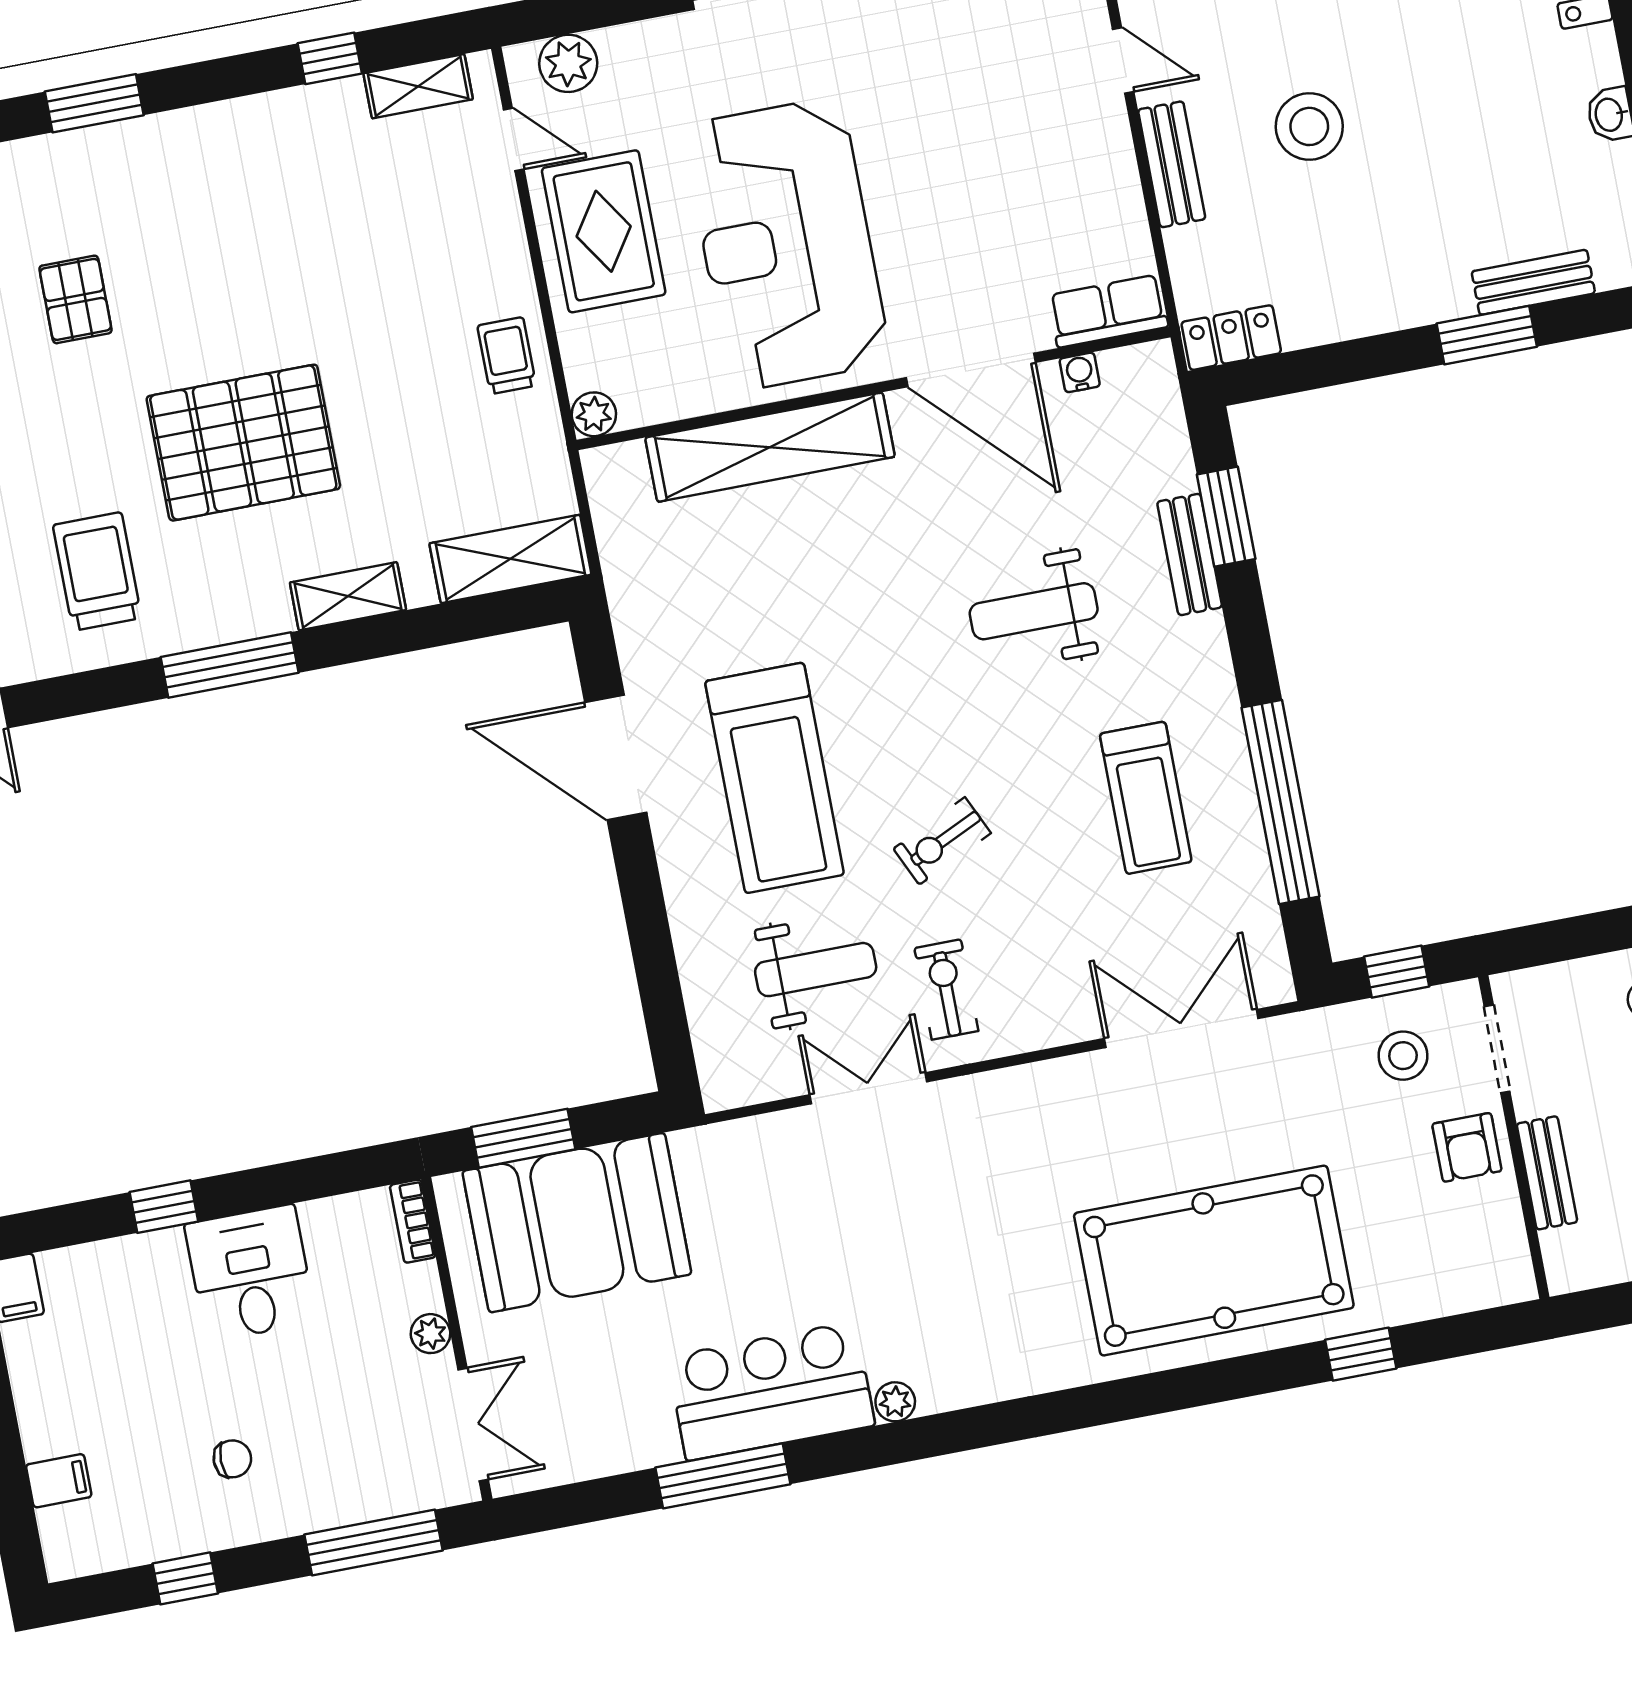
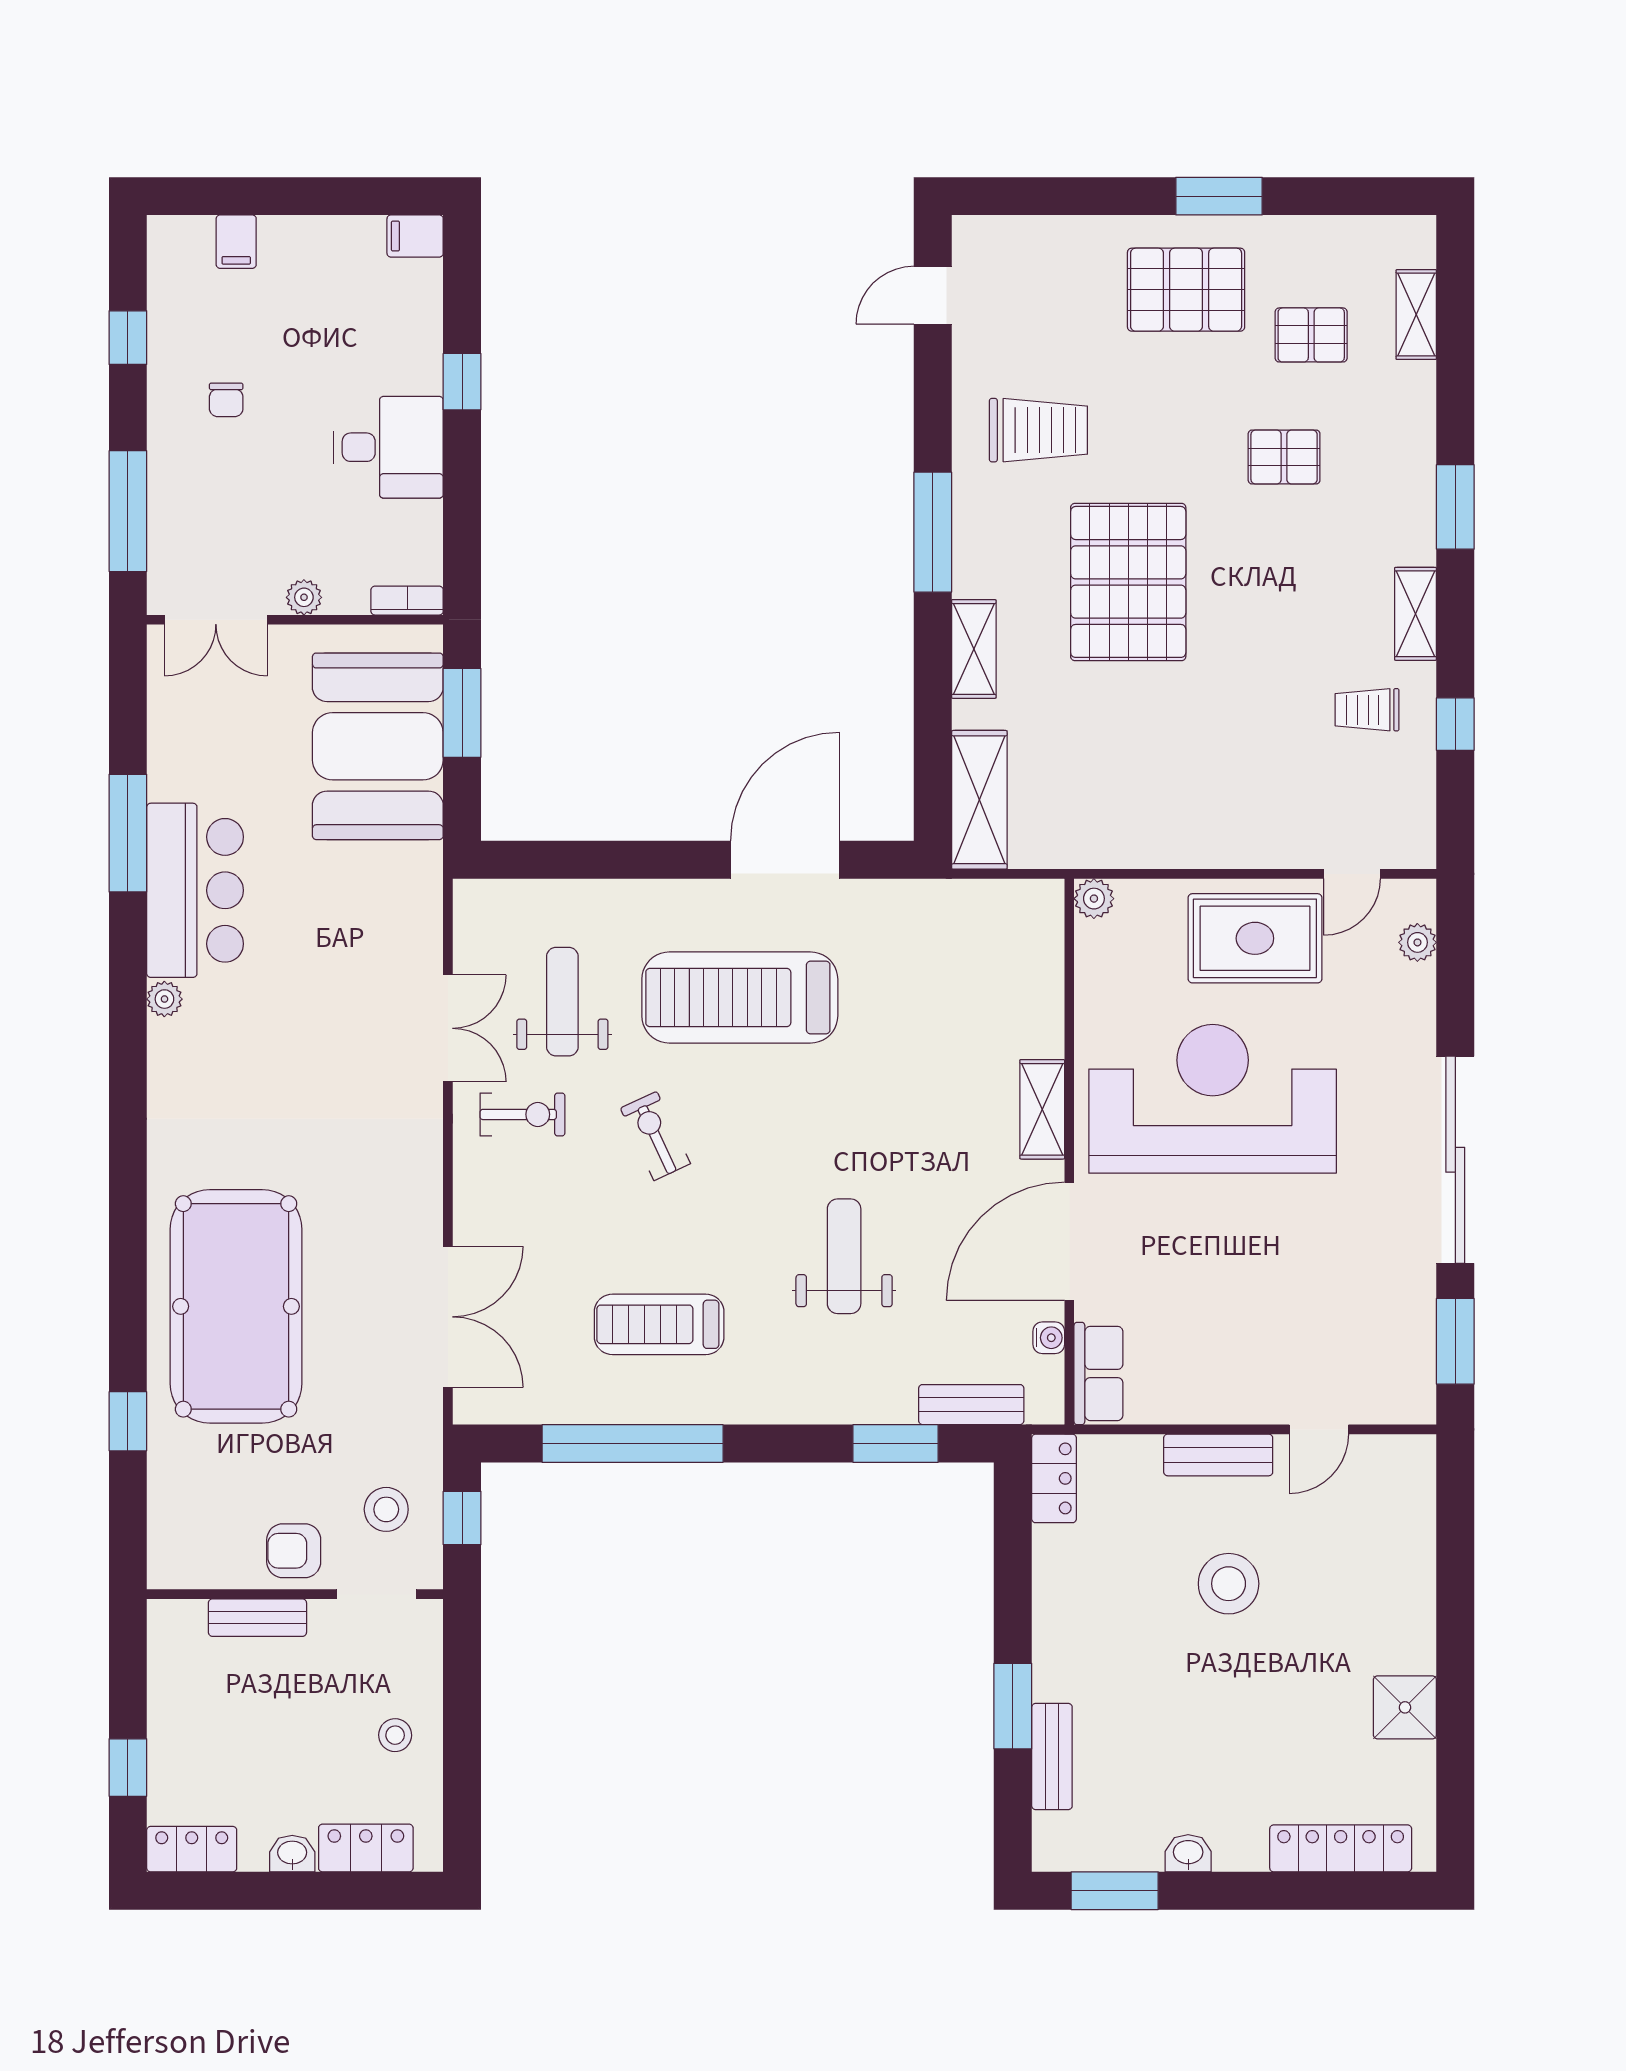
plant: (568, 63) -> (1417, 942), width x0.73, depth x0.73
shelving: (418, 86) -> (1416, 614), moved
trolley: (507, 356) -> (1367, 710), moved, turned 180
shelving: (770, 447) -> (1042, 1109), width x0.45, depth x0.75
bench: (1190, 555) -> (971, 1405), moved
weight bench: (816, 970) -> (562, 1002), turned 180

